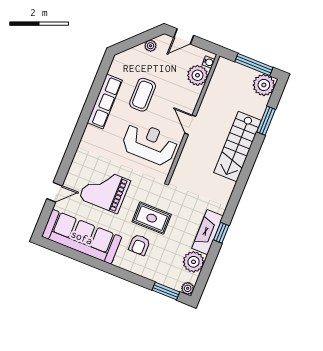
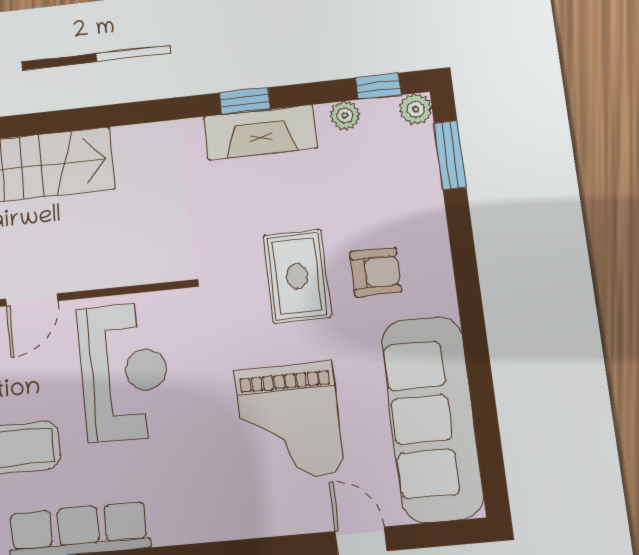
reception desk: (150, 144) -> (124, 372), turned 180
plant: (194, 262) -> (345, 115), width x0.53, depth x0.53
window: (202, 280) -> (378, 86), added

